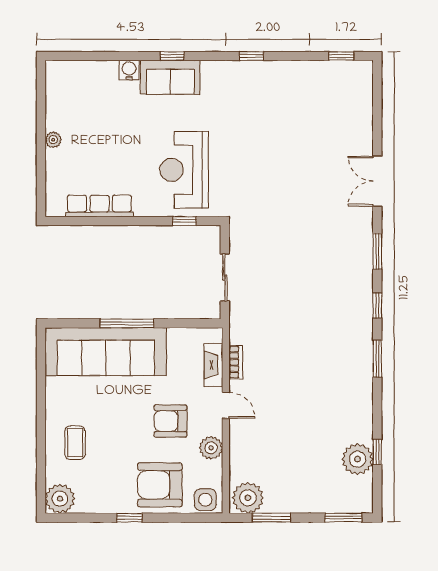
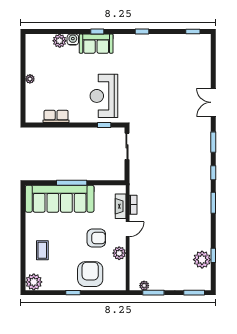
plant: (106, 72) -> (60, 41), added
row of seats: (99, 206) -> (56, 116), width x0.68
sliding door: (225, 277) -> (127, 146), moved
door: (226, 405) -> (128, 229), hinge flipped
armchair: (171, 421) -> (96, 238), turned 180
armchair: (160, 485) -> (90, 274), turned 90
plant: (248, 498) -> (144, 286), width x0.53, depth x0.53
side table: (205, 500) -> (116, 282), removed

